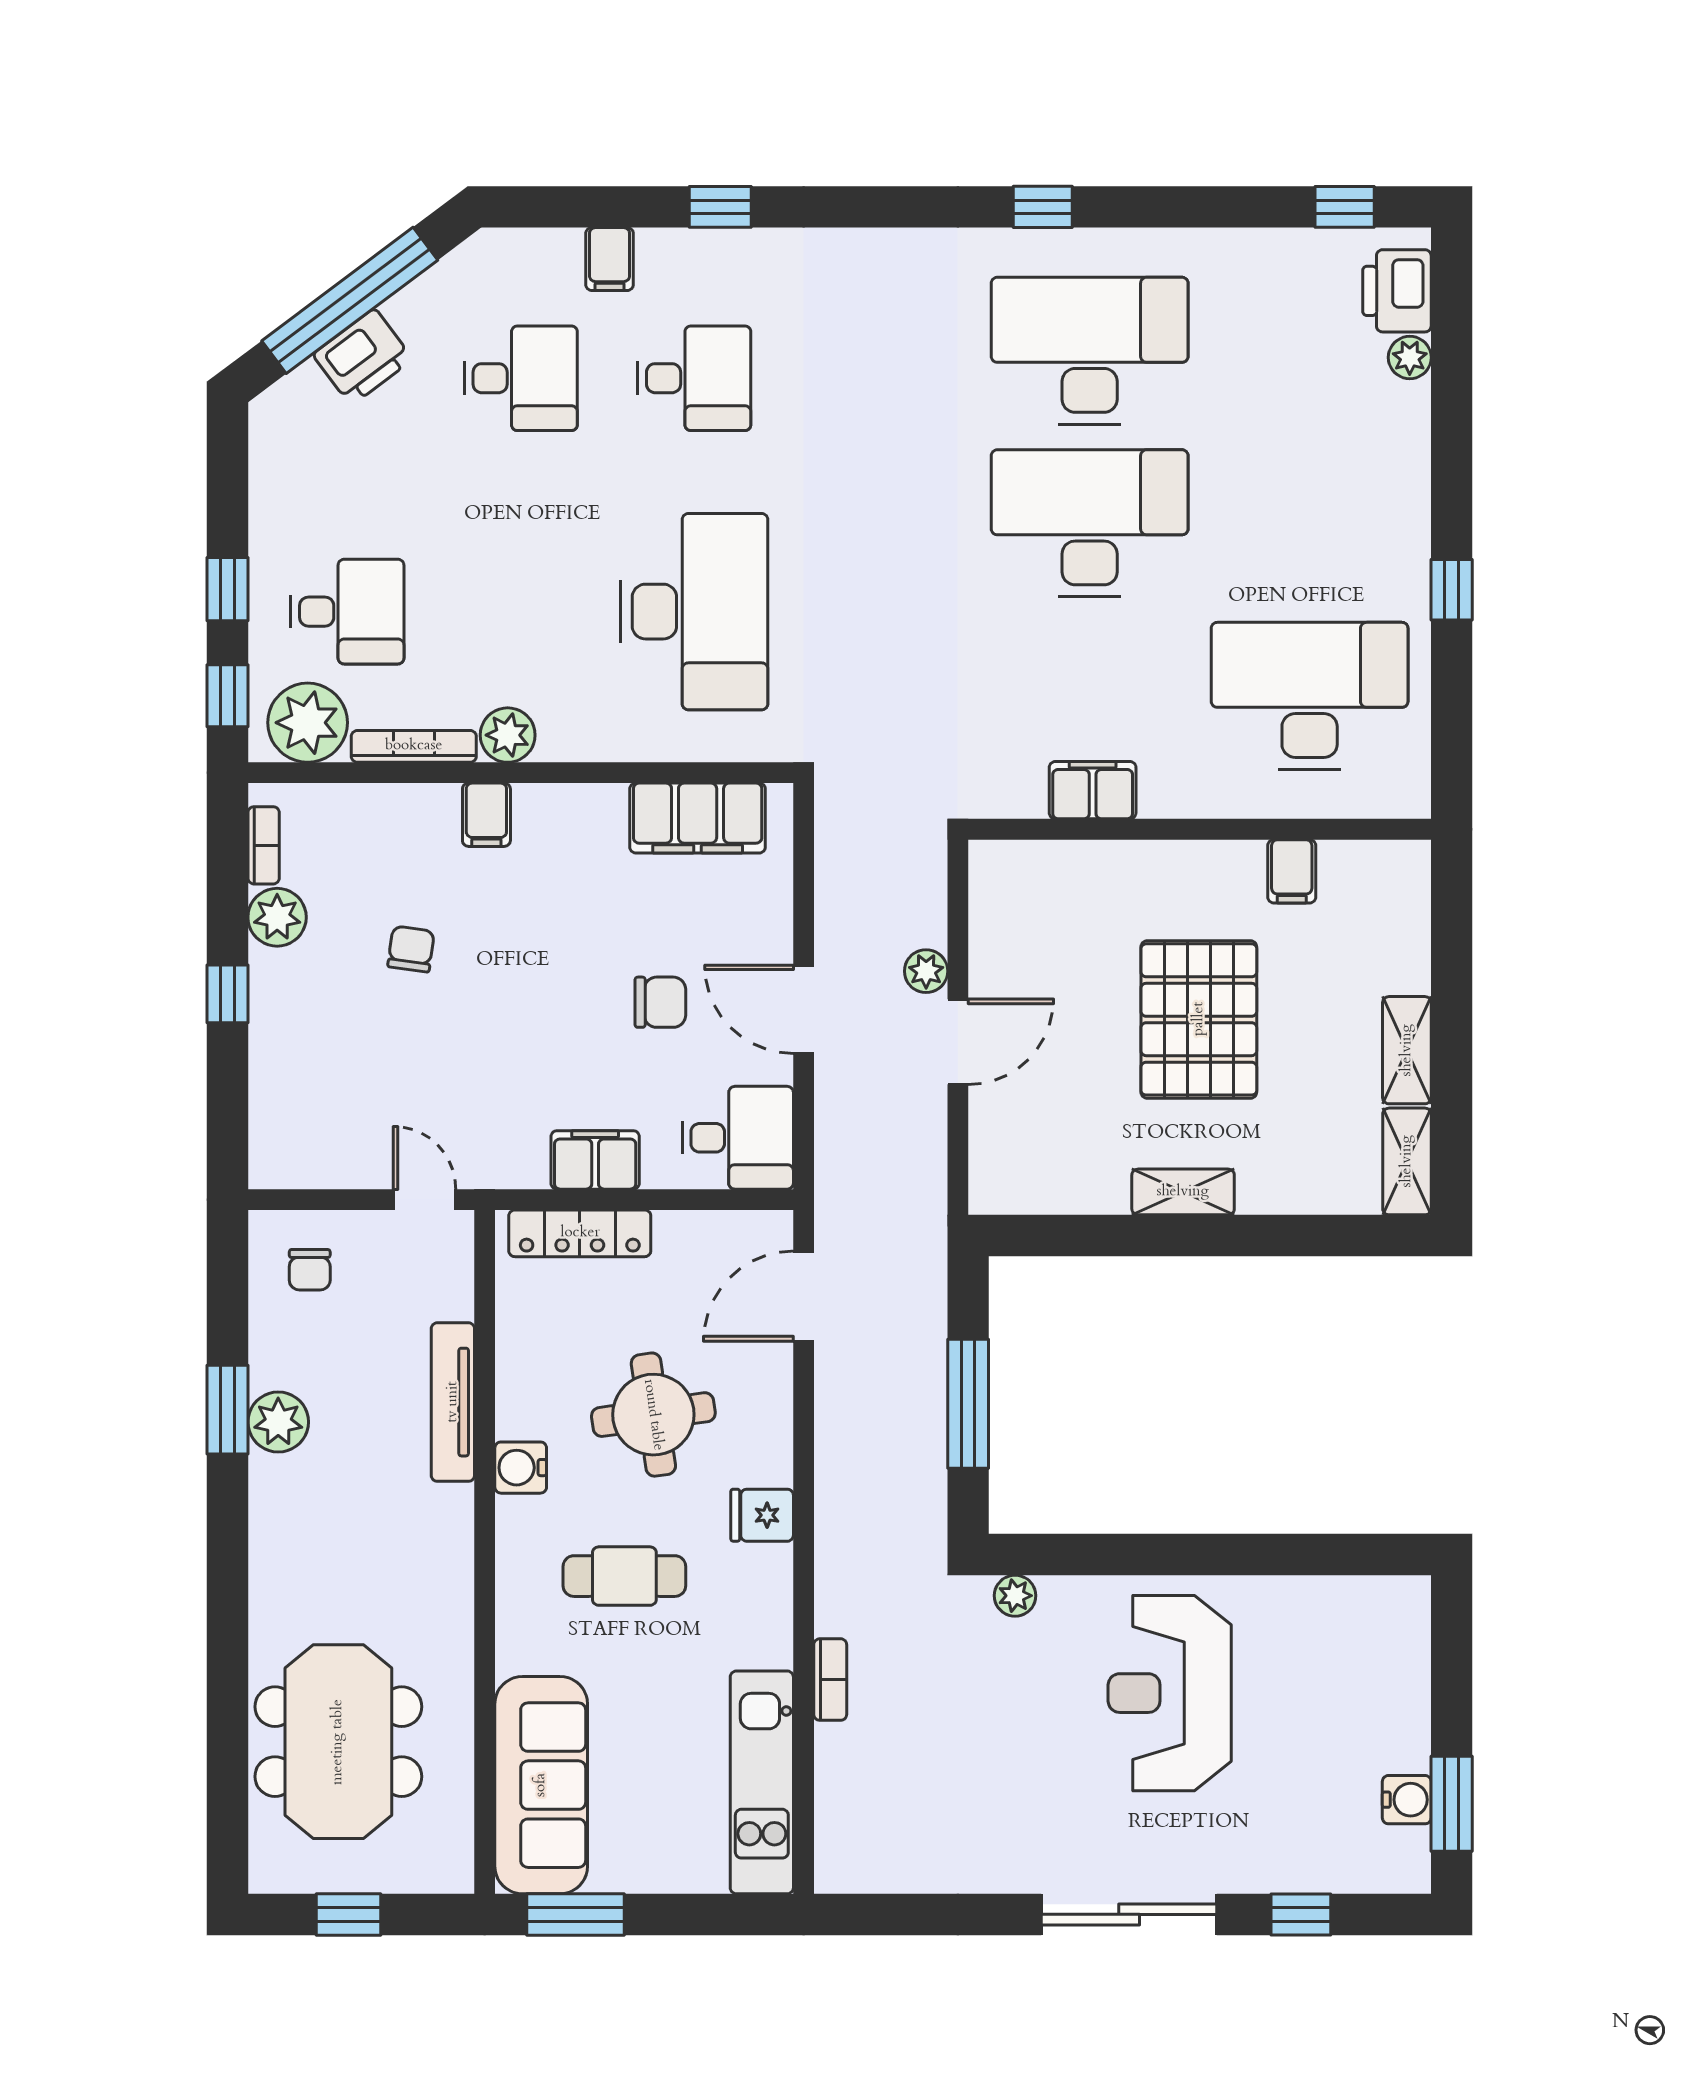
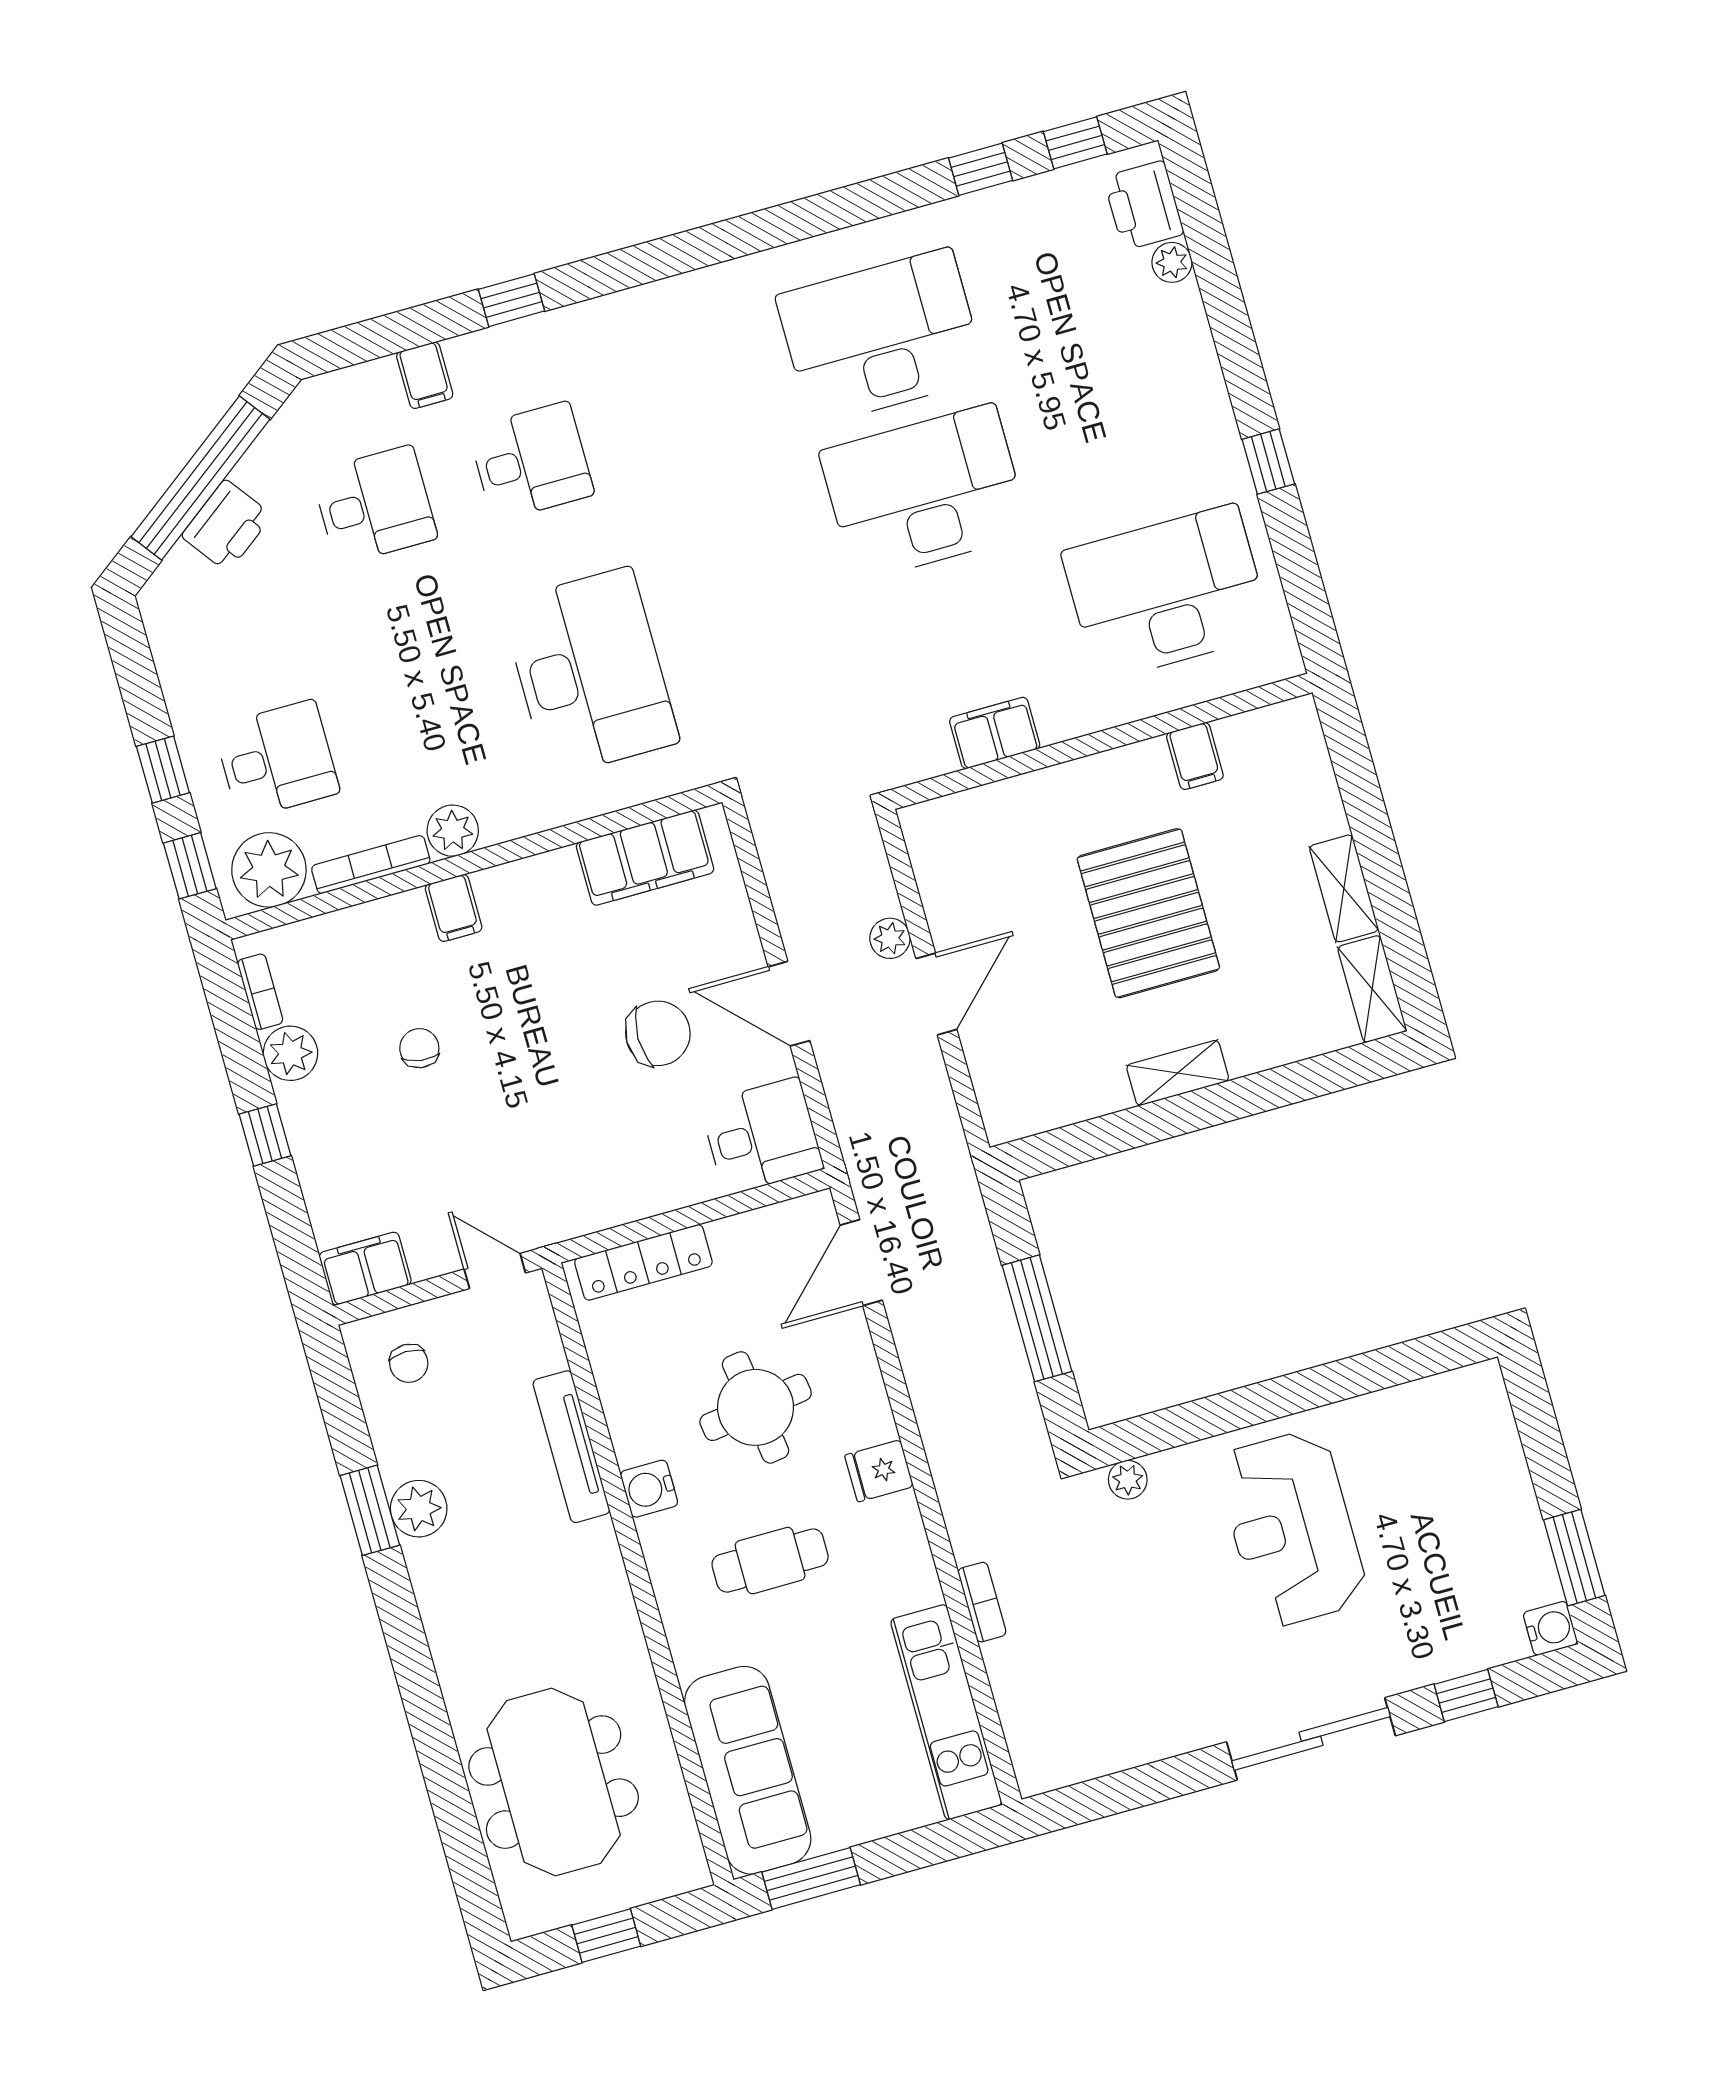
window: (1043, 207) -> (981, 169), moved
chair: (660, 1002) -> (658, 1033), width x1.37, depth x1.37
filing cabinet: (595, 1160) -> (365, 1269), moved
water cooler: (1407, 1800) -> (1550, 1628), moved

